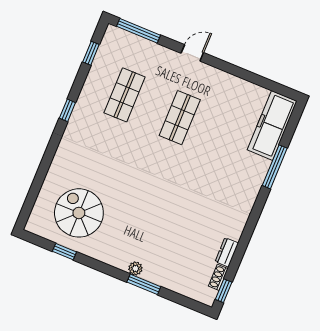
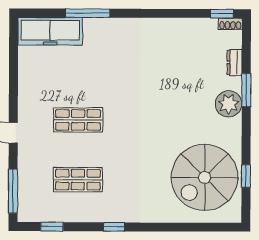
spiral stairs: (79, 213) -> (205, 177), width x1.37, depth x1.37
dresser: (227, 252) -> (235, 62), moved, turned 90
plant: (135, 269) -> (229, 104), width x1.87, depth x1.87
shoe rack: (218, 277) -> (230, 24), moved

